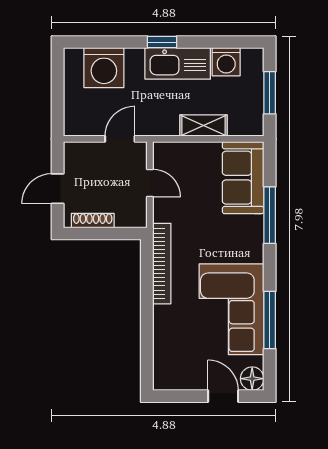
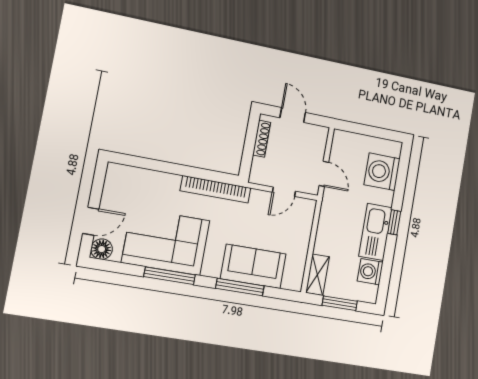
shelving: (203, 126) -> (318, 275), moved
sofa: (243, 178) -> (253, 266), moved
window: (270, 320) -> (170, 276), moved

